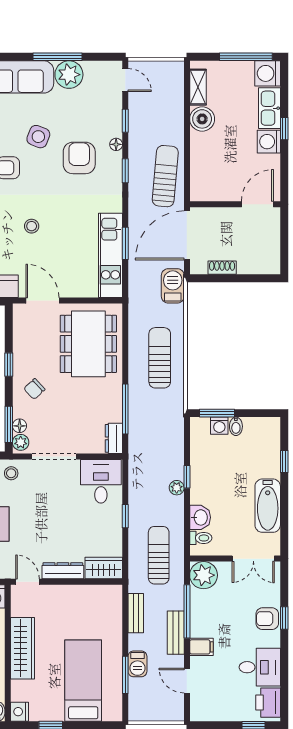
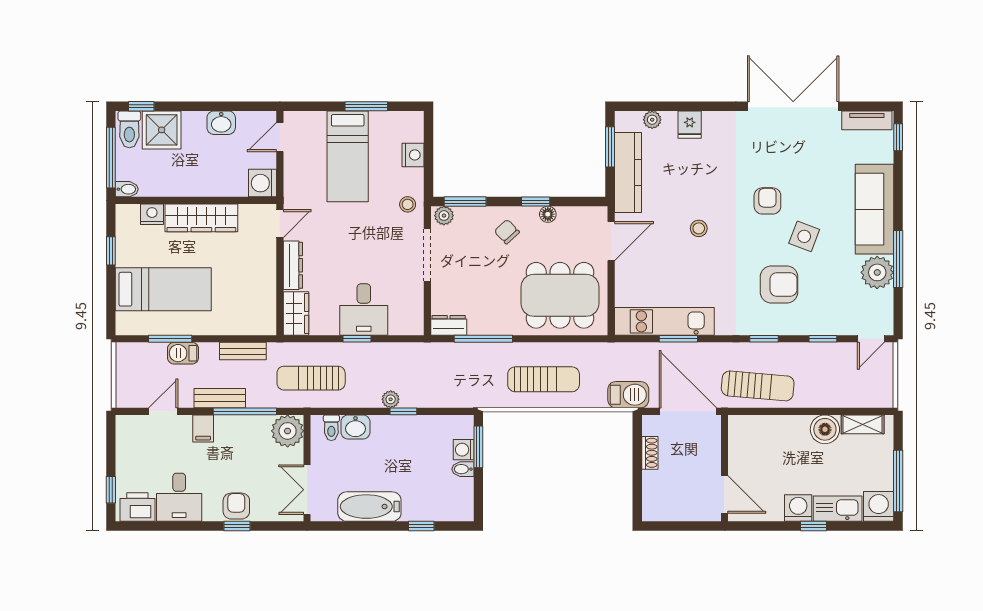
floor lamp: (116, 144) -> (795, 328), removed
floor lamp: (20, 426) -> (548, 214), moved
desk: (101, 481) -> (364, 310), moved, turned 90
sun lounger: (159, 555) -> (311, 378), turned 180
nightstand: (20, 712) -> (152, 214), moved

